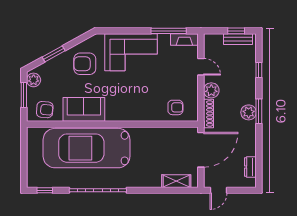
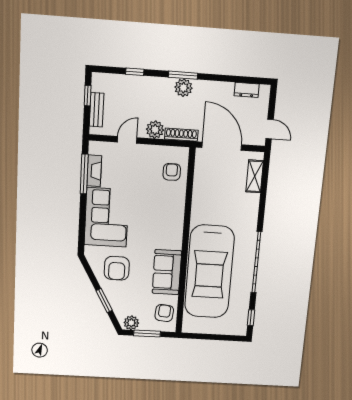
fireplace: (184, 39) -> (94, 171), moved
bench: (238, 39) -> (97, 110), moved

